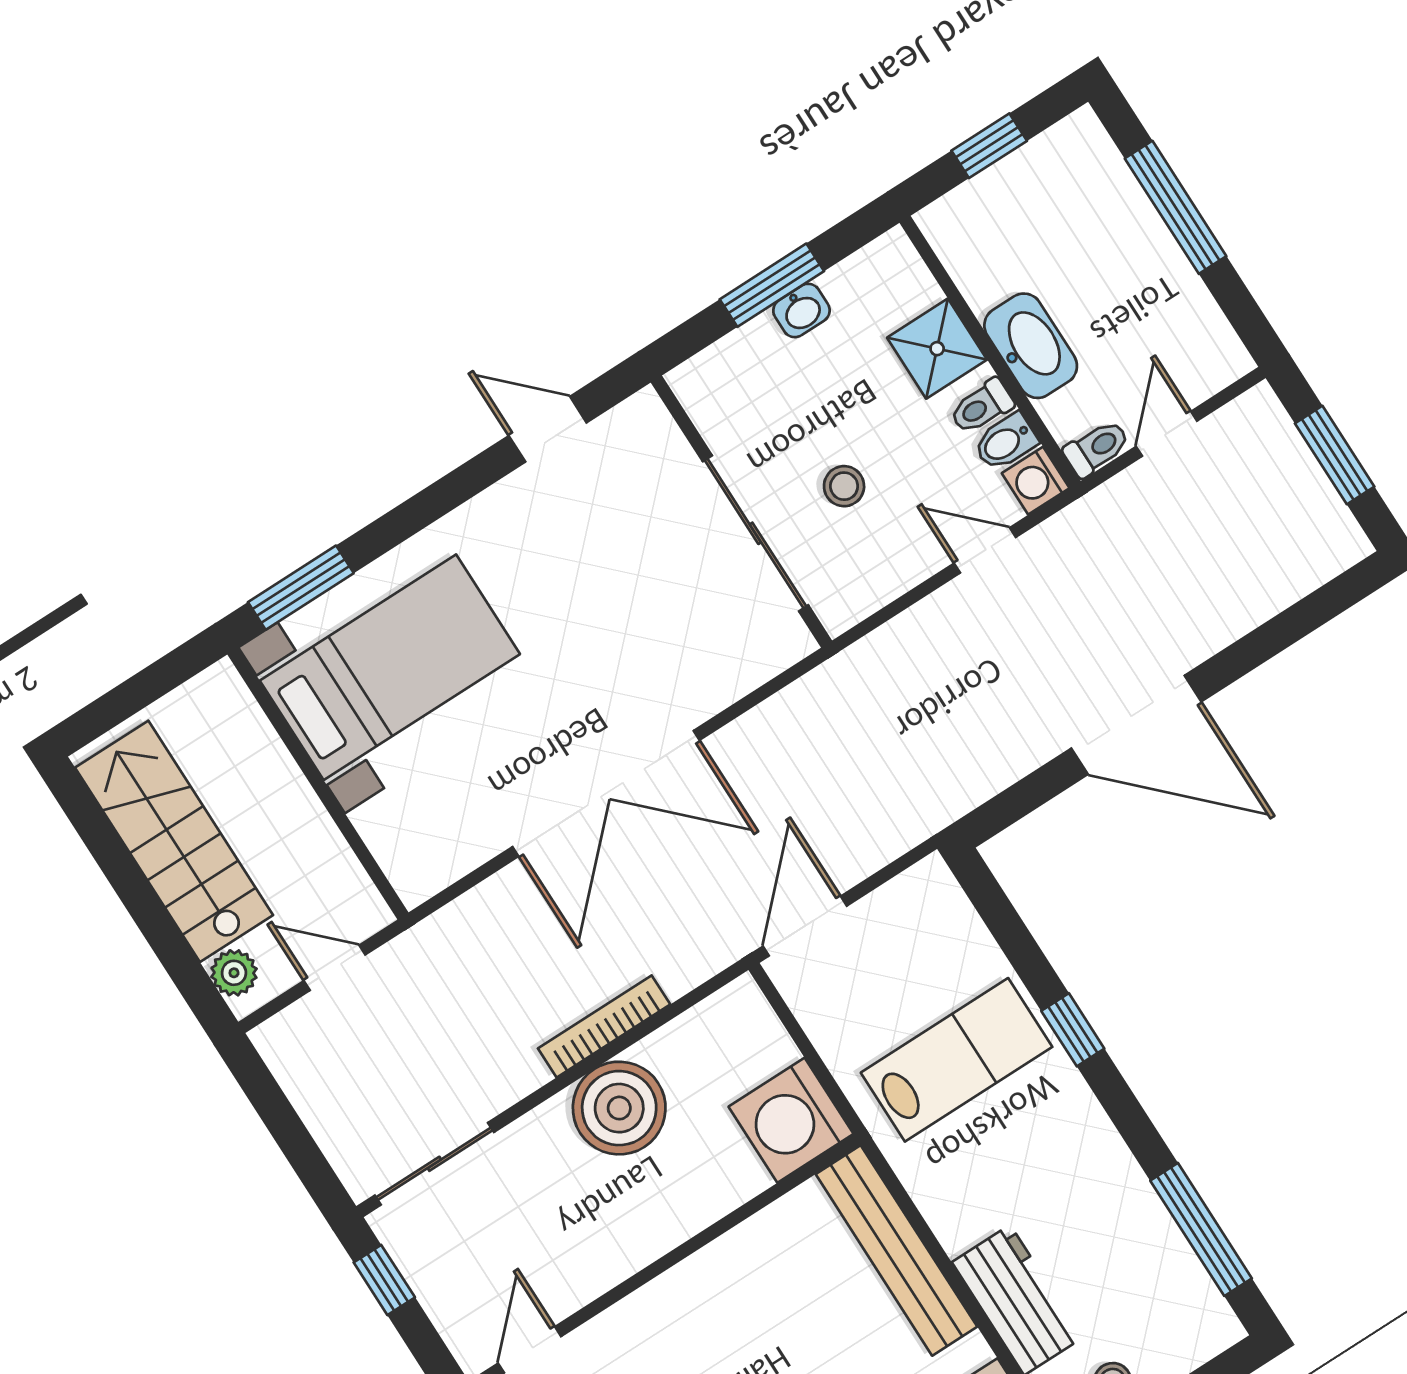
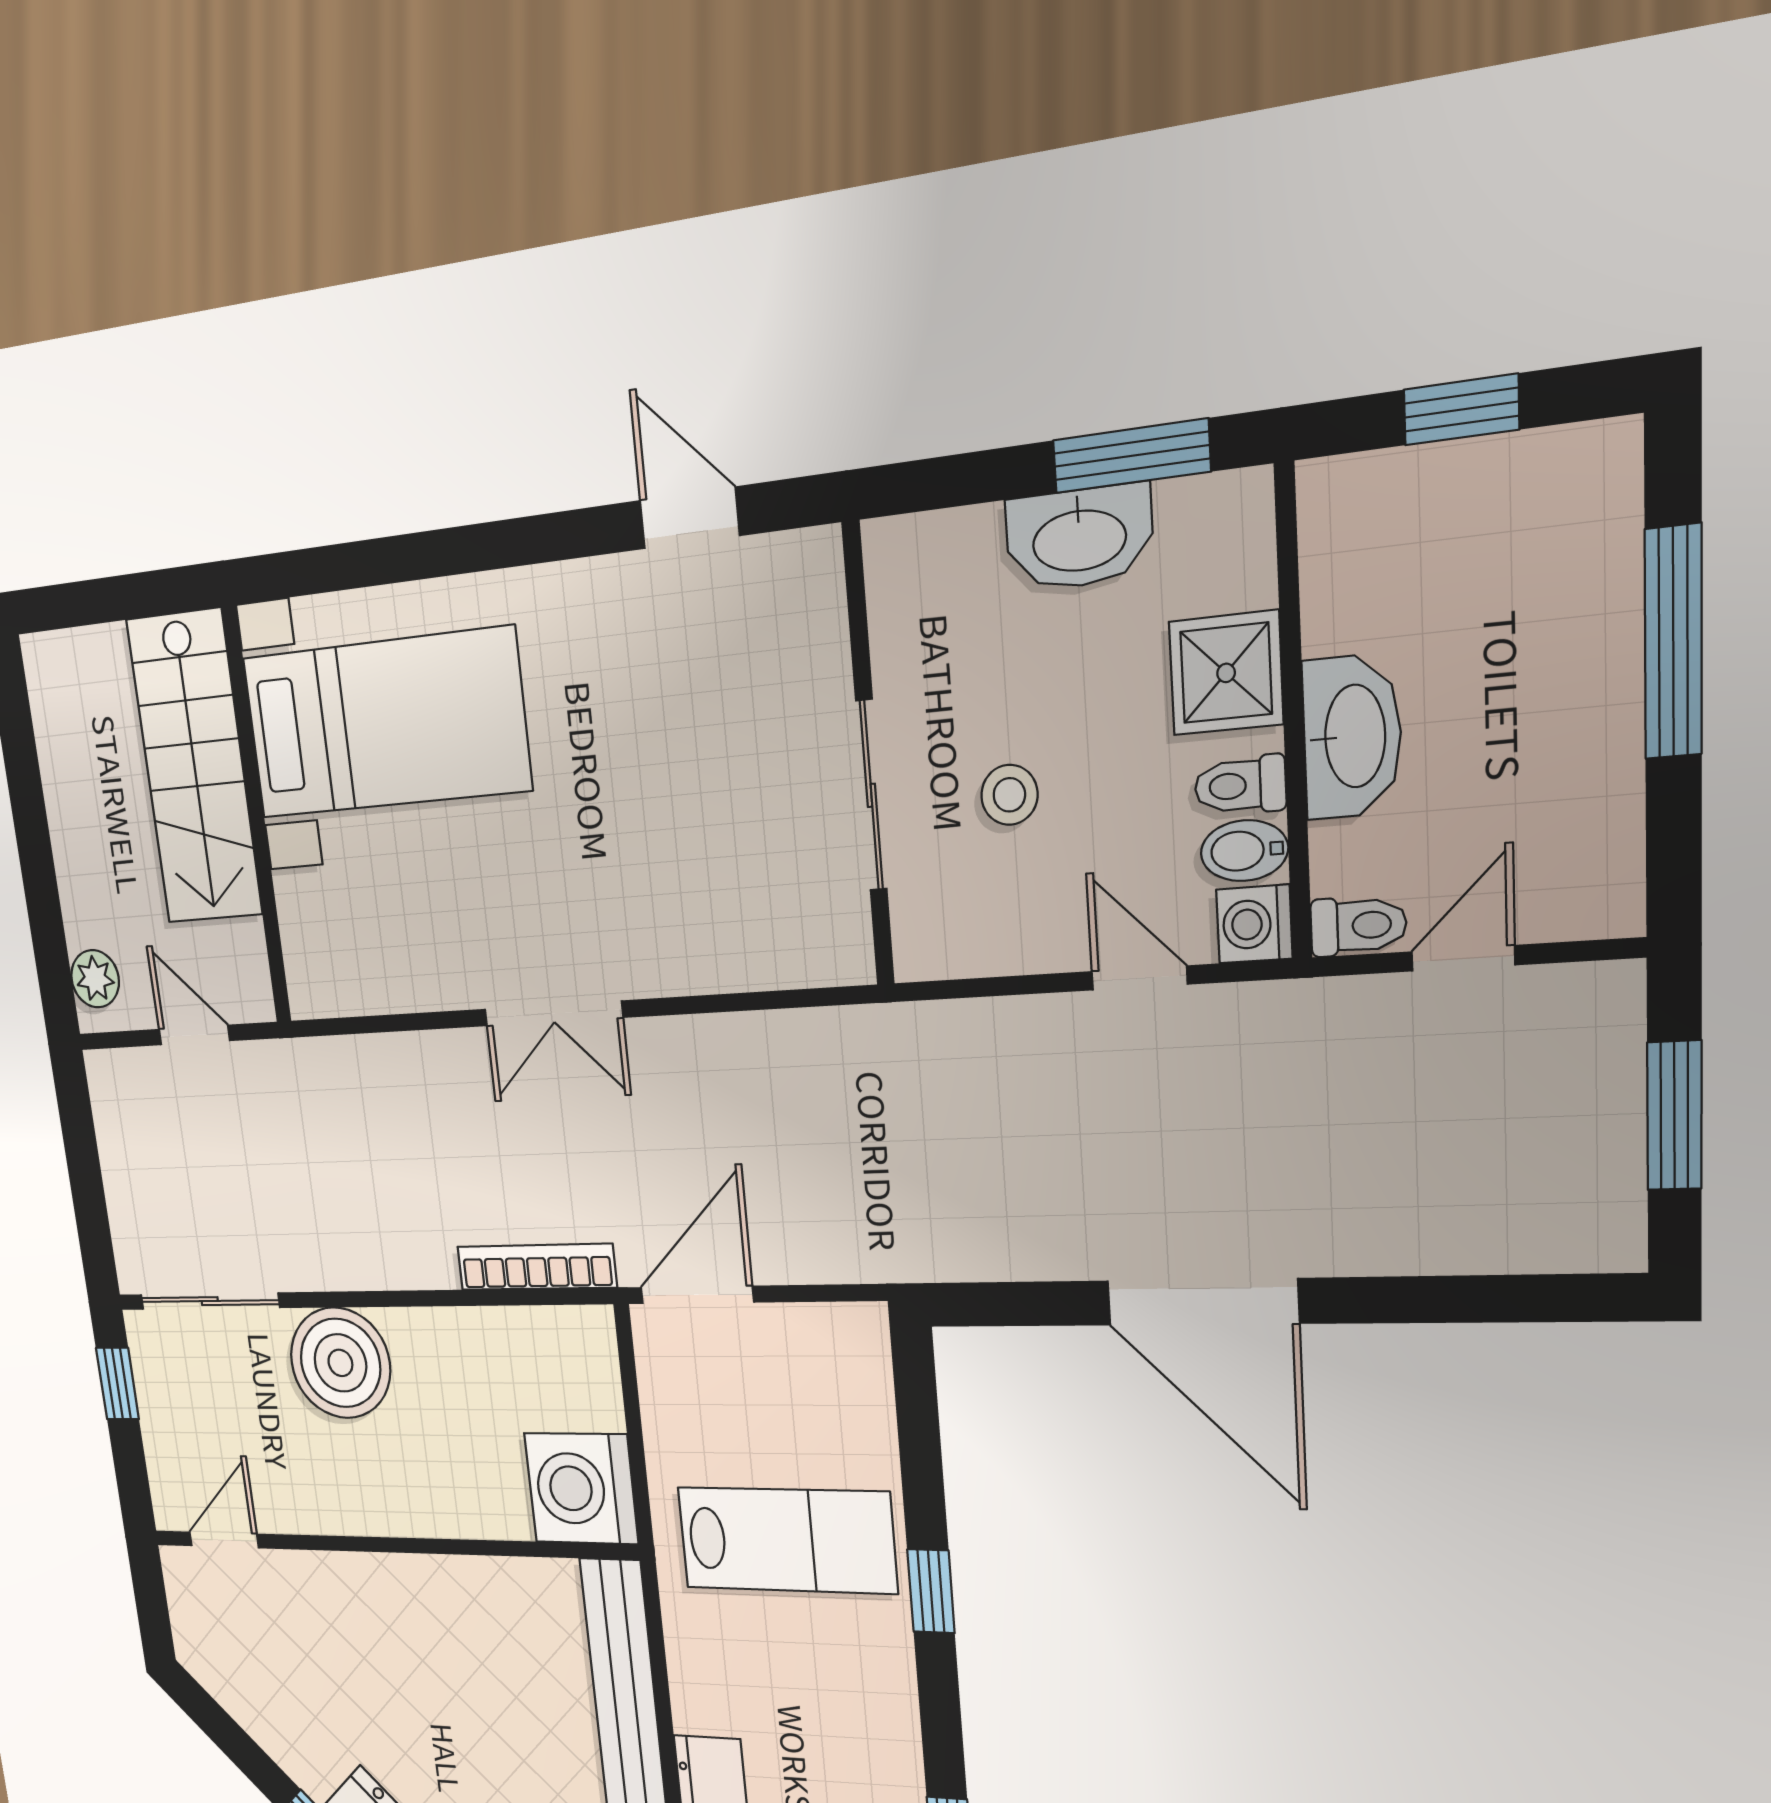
window: (772, 285) -> (1131, 456), moved
washbasin: (801, 310) -> (1079, 538), width x1.91, depth x1.45
sliding door: (755, 533) -> (871, 795), width x0.73
window: (301, 588) -> (329, 569), removed
double door: (606, 794) -> (553, 1013), width x0.54
stairs: (174, 841) -> (195, 768), moved, turned 180
bookcase: (604, 1026) -> (537, 1267), moved
boiler: (619, 1108) -> (340, 1363), moved

